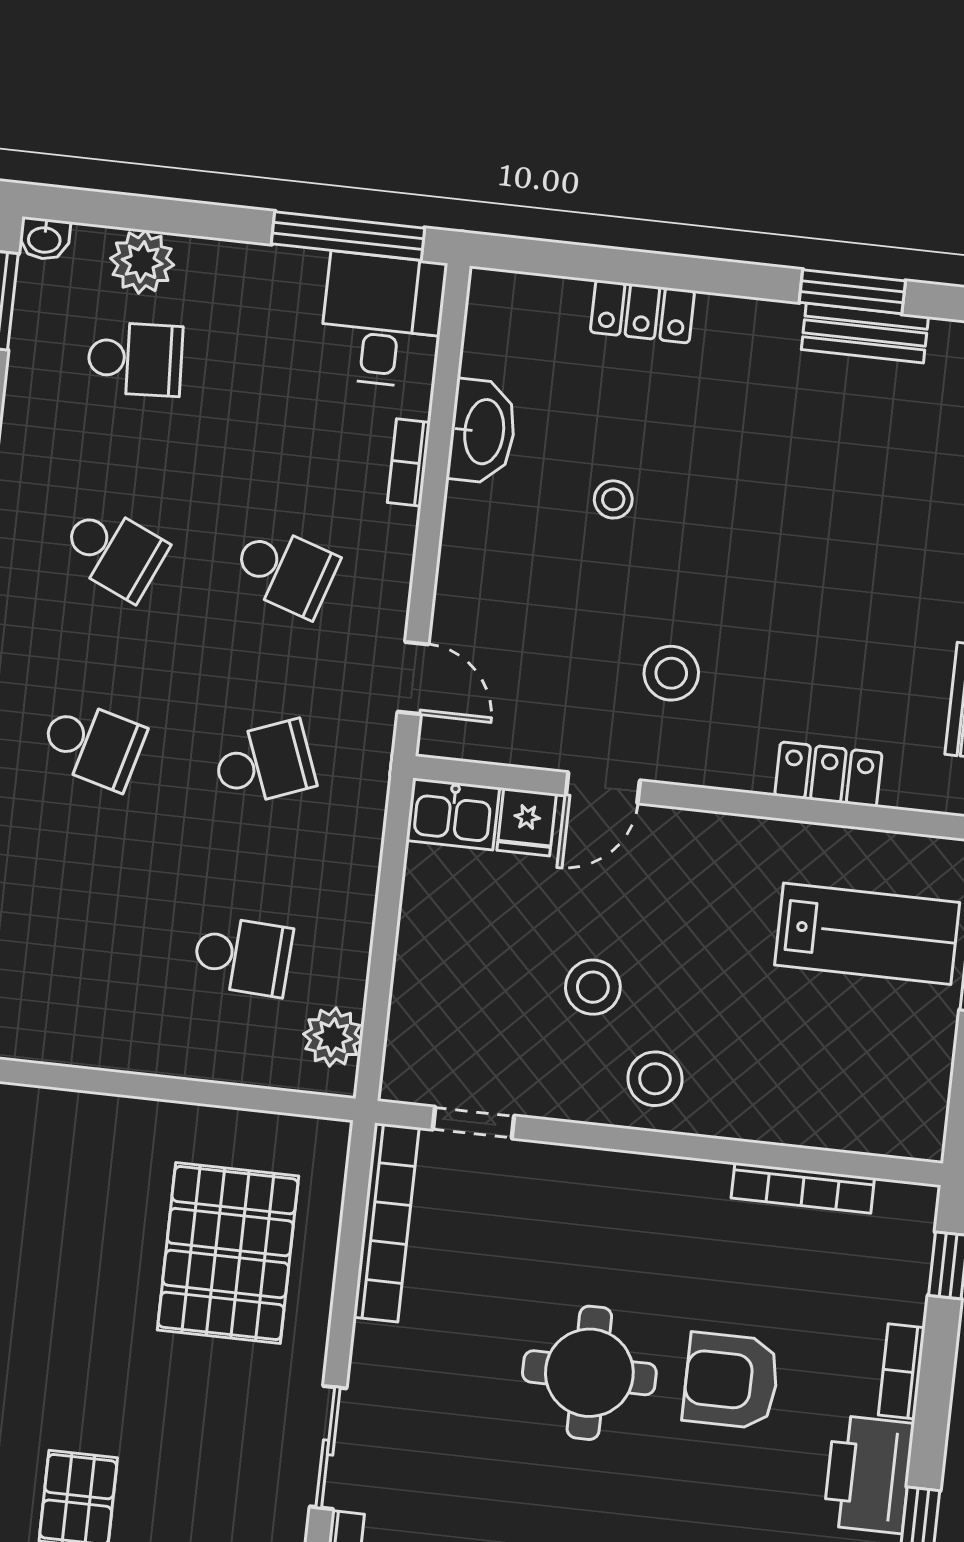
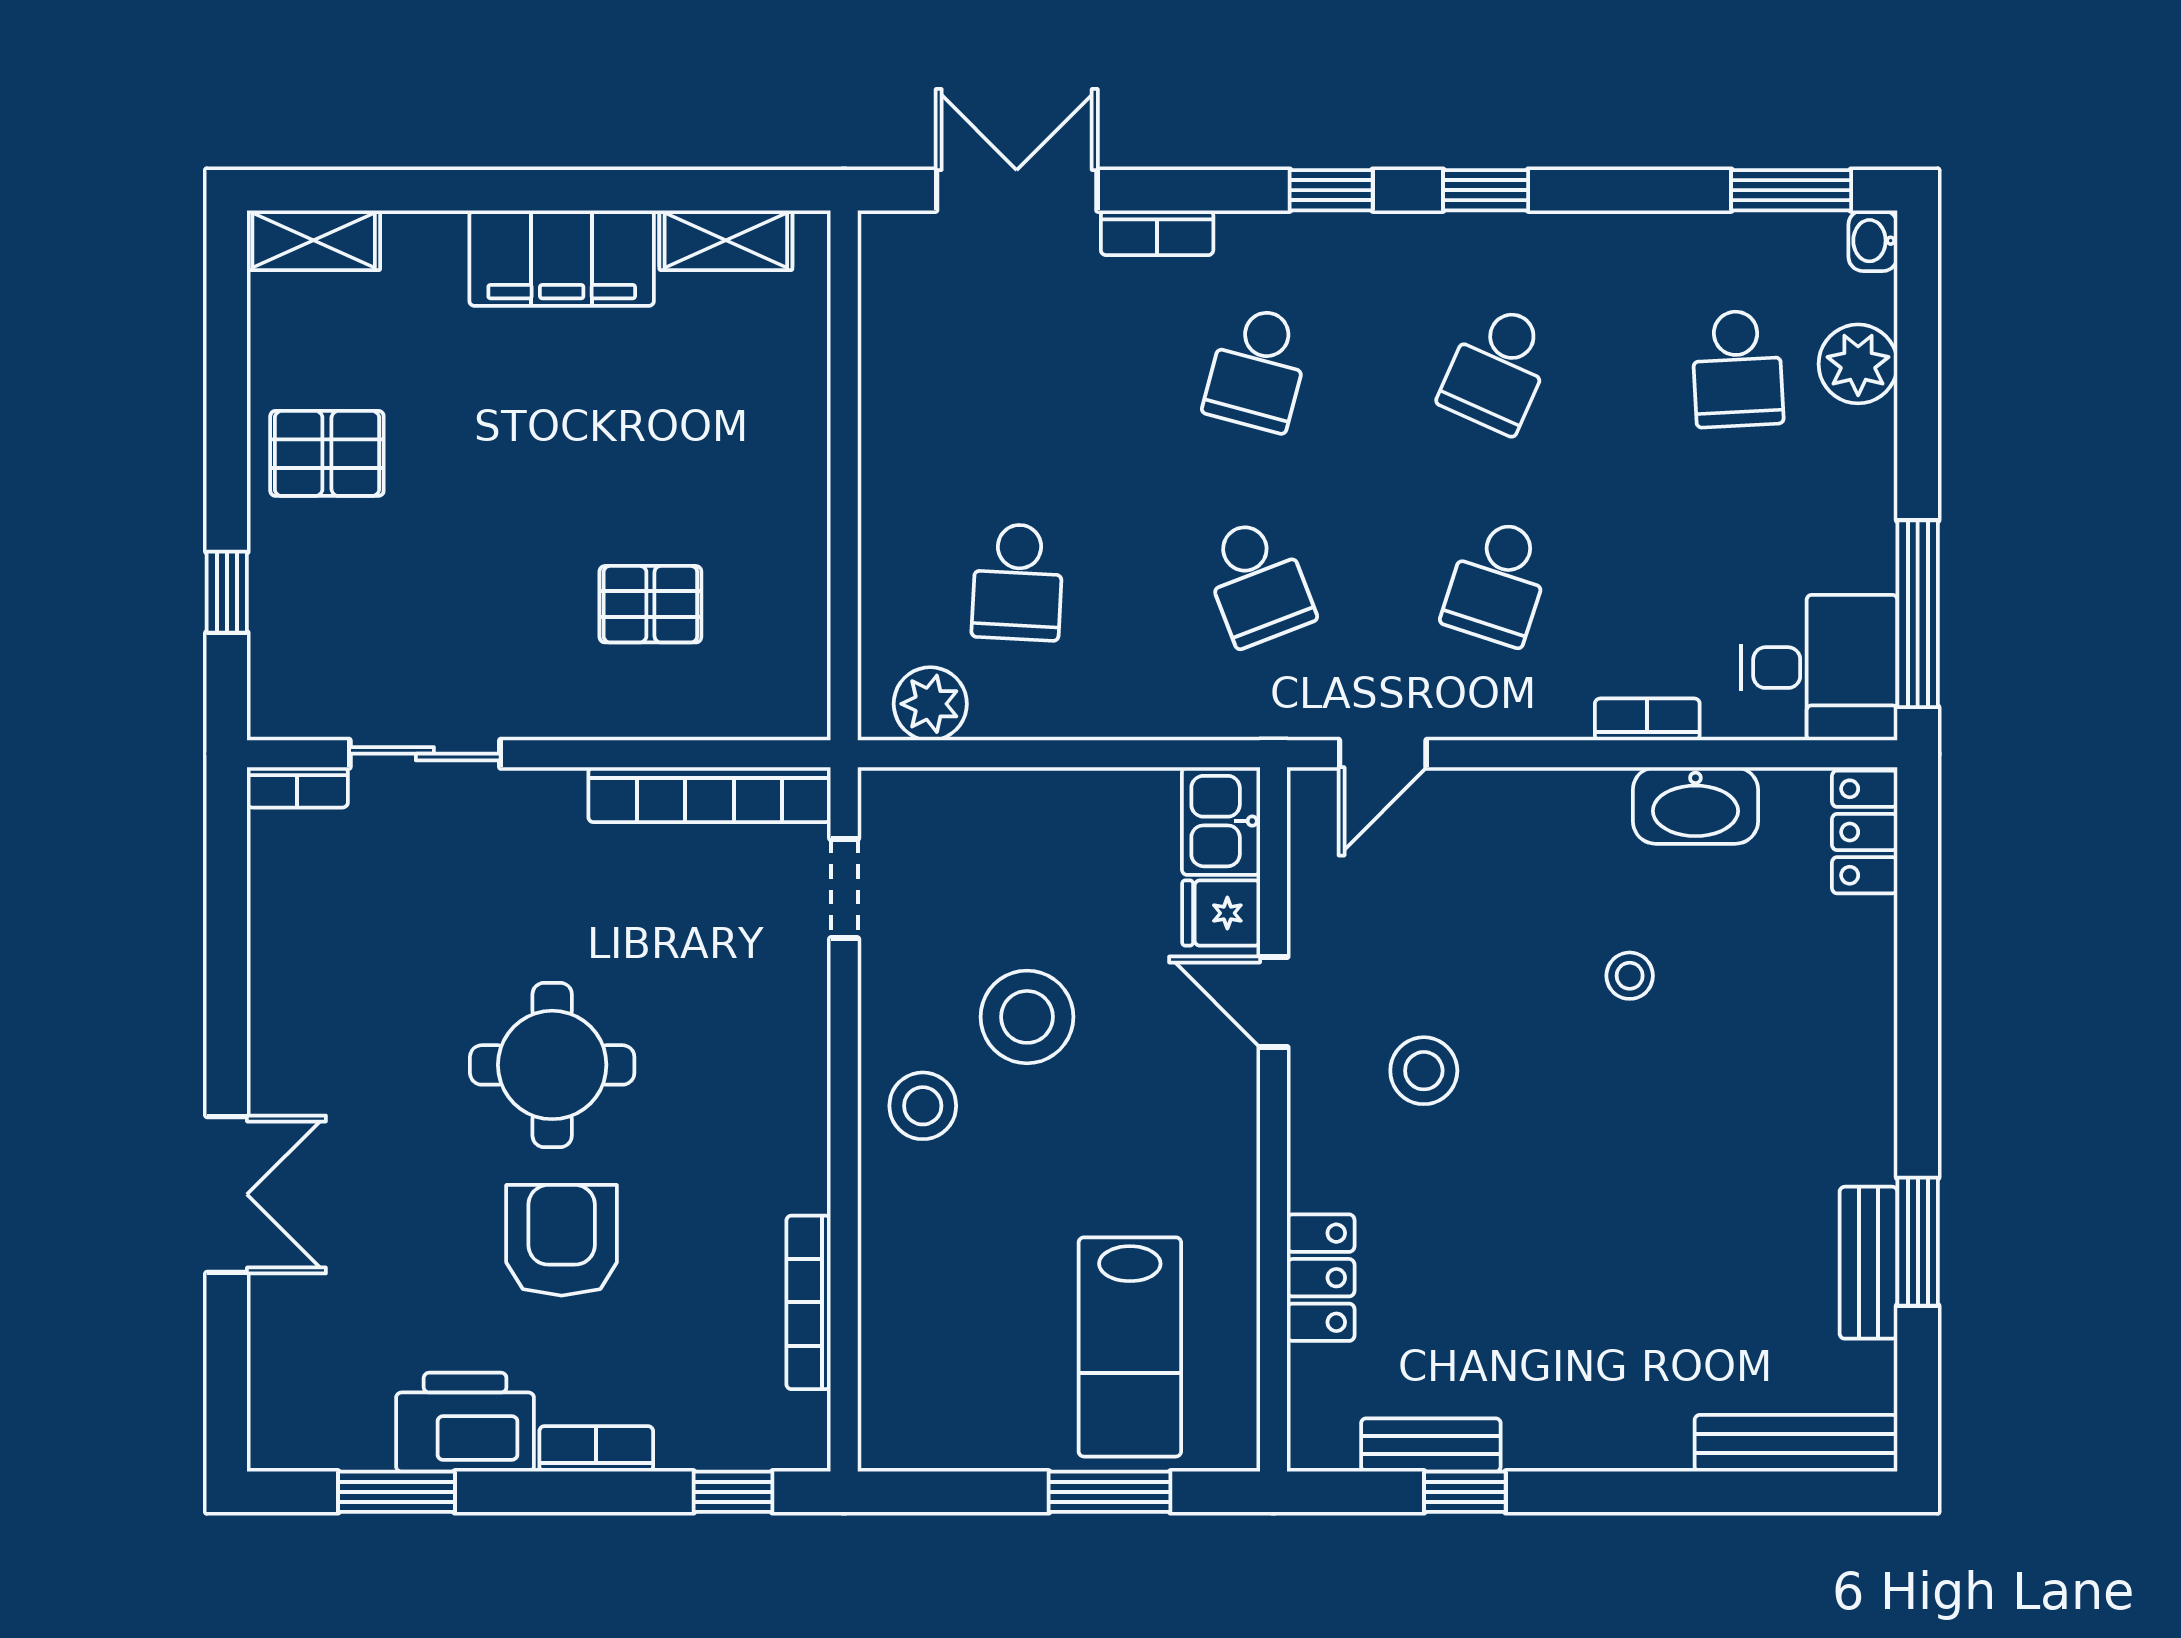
locker: (642, 312) -> (1865, 832), moved
stool: (593, 987) -> (1027, 1017), width x1.38, depth x1.38
pallet: (228, 1253) -> (650, 604), width x0.49, depth x0.50

